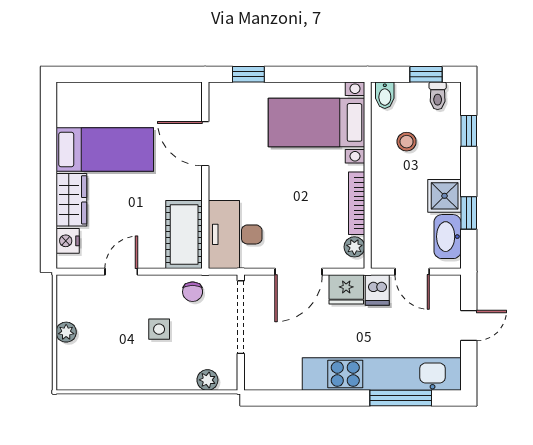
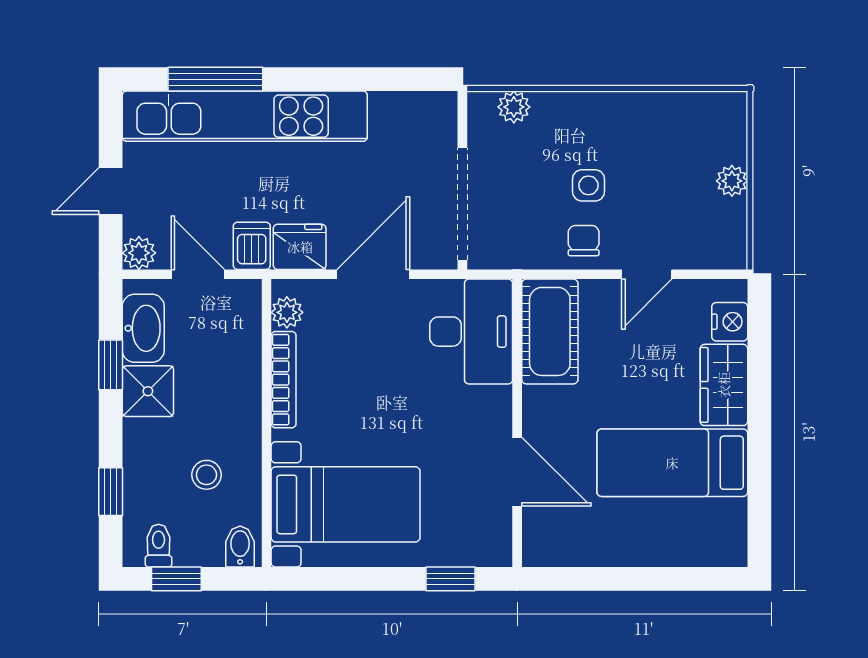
plant: (450, 285) -> (139, 253), added
chair: (193, 292) -> (584, 241), moved

